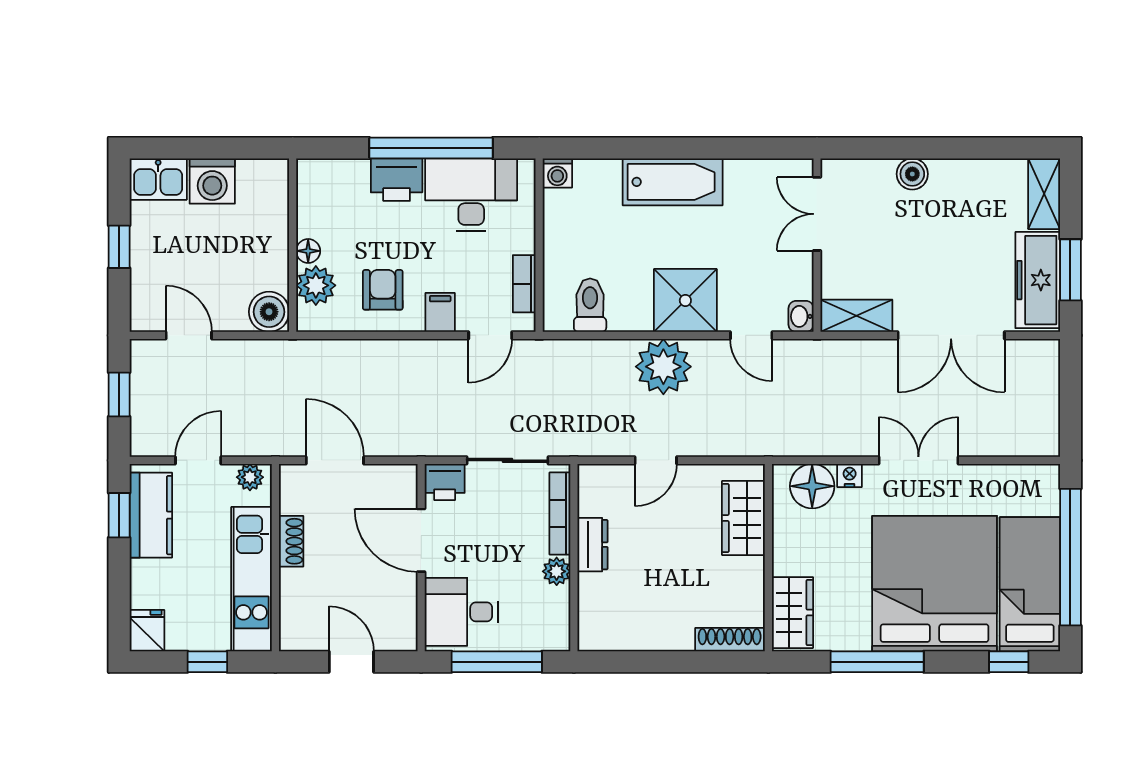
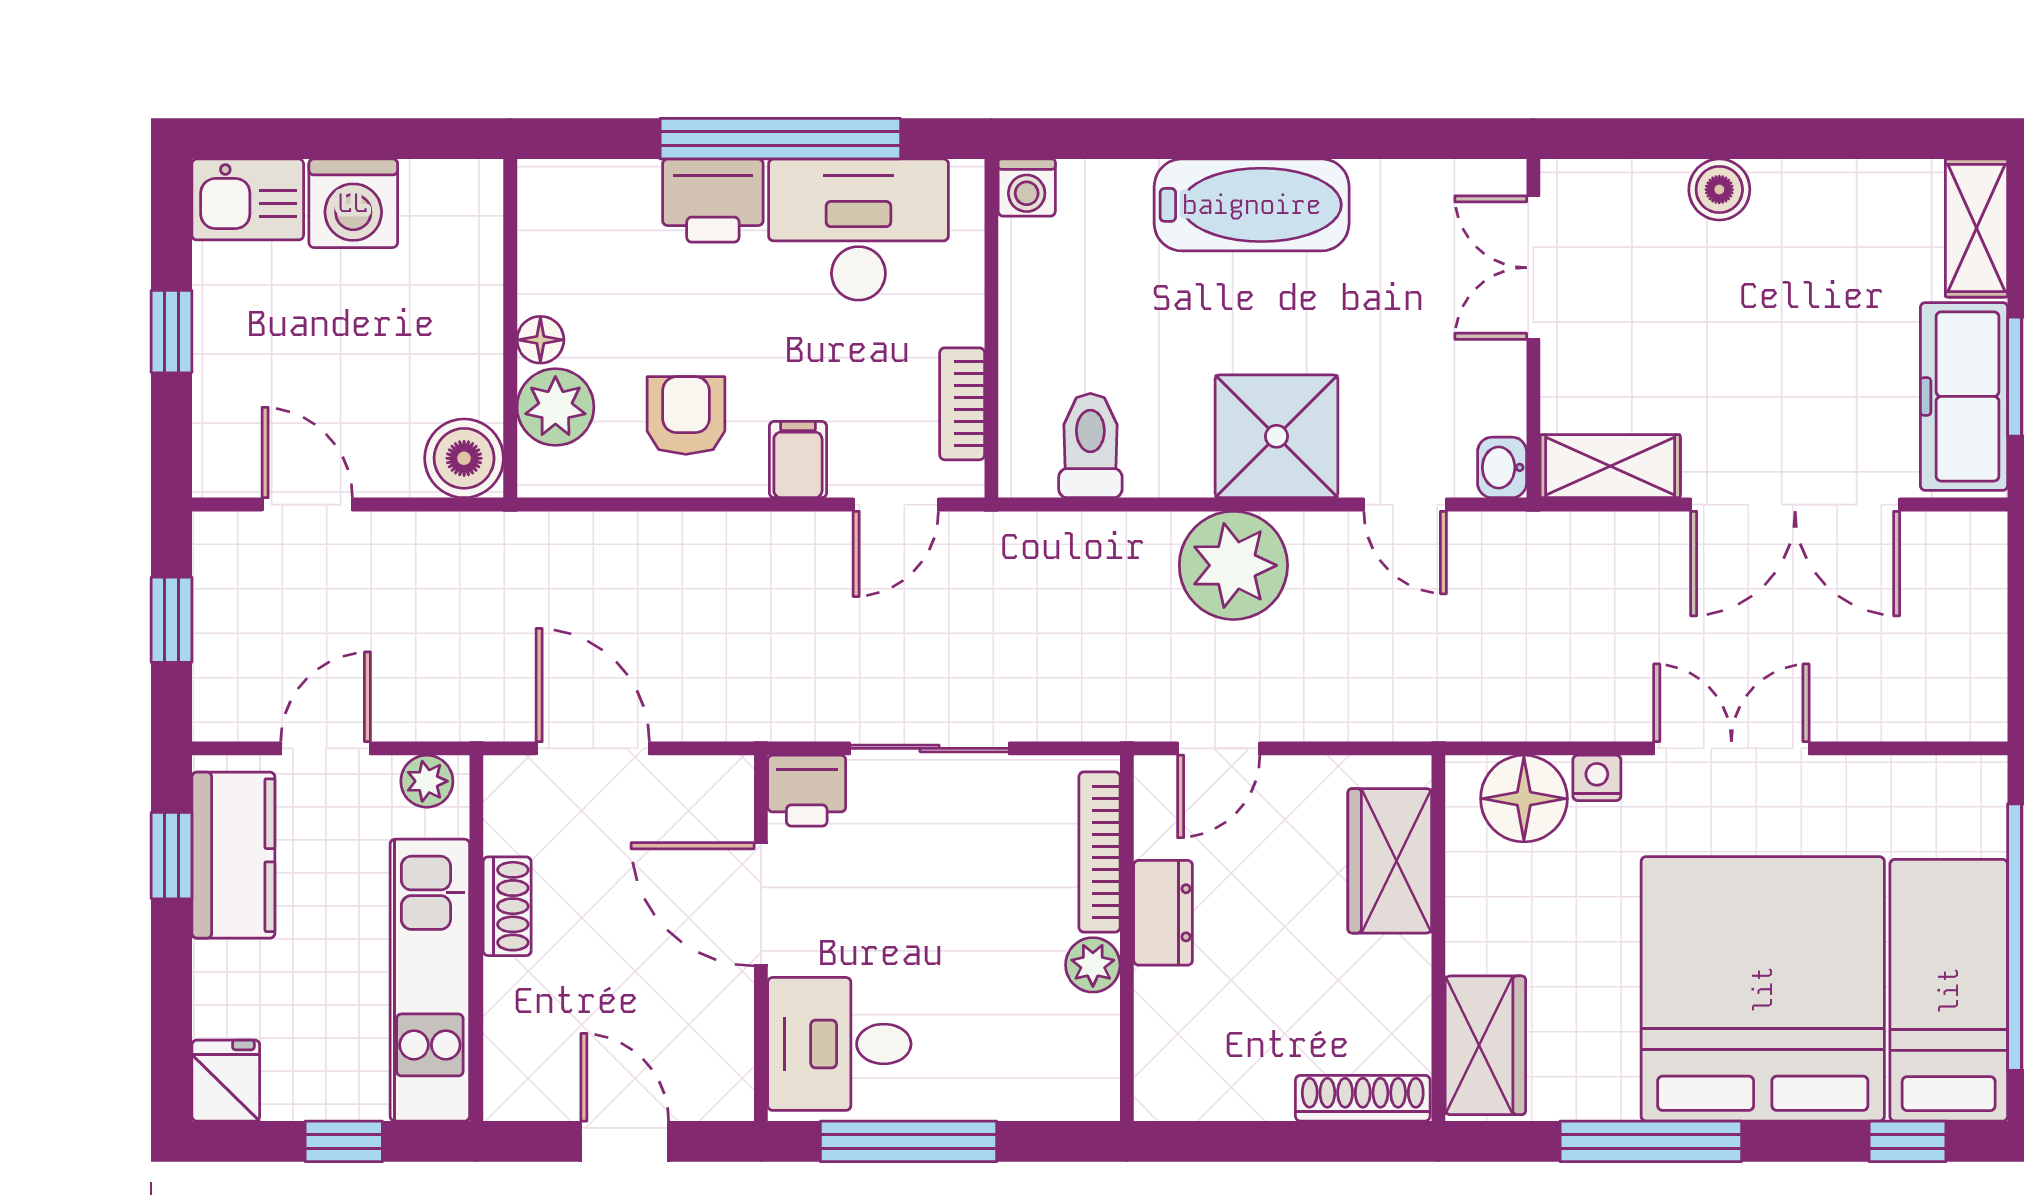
bookcase: (560, 514) -> (1100, 852), moved
dresser: (593, 545) -> (1163, 913), moved
wall: (574, 558) -> (1127, 938), moved
plant: (557, 571) -> (1093, 965), moved

